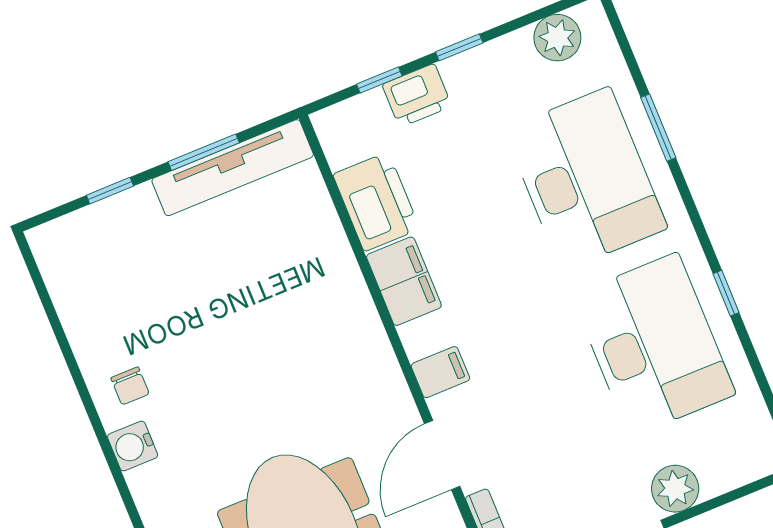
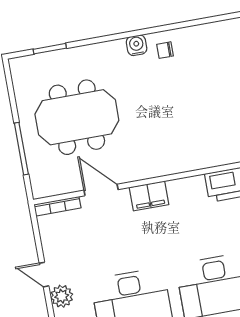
filing cabinet: (404, 281) -> (187, 189), removed
filing cabinet: (440, 372) -> (149, 196), width x2.00

